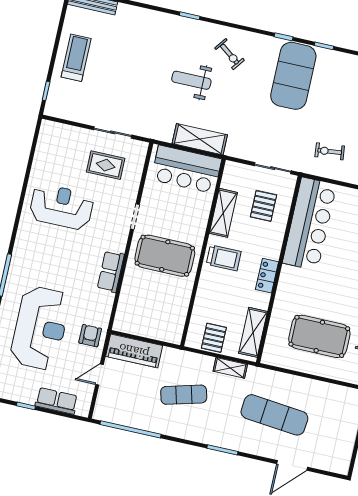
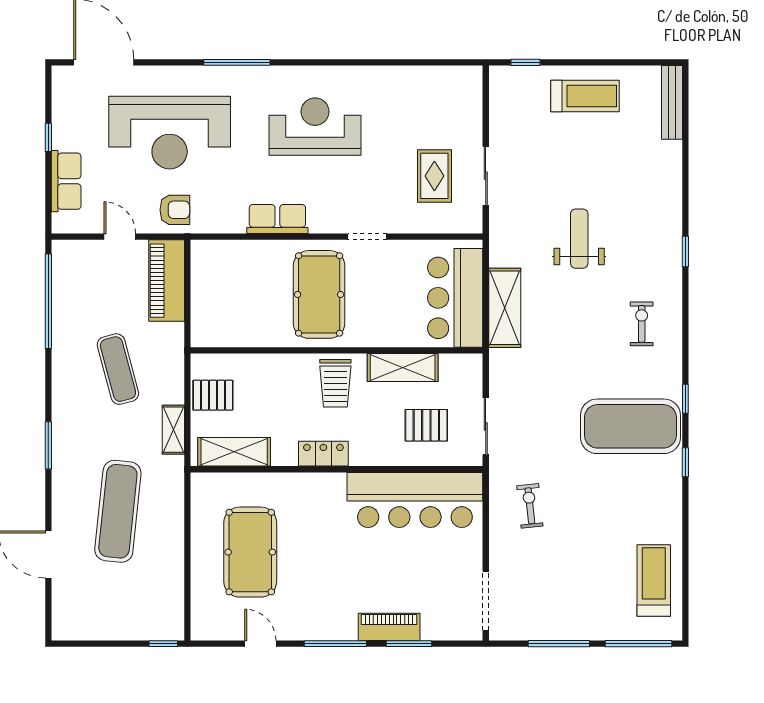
exercise bike: (230, 54) -> (642, 324), turned 143
weight bench: (191, 80) -> (579, 239), moved
reception desk: (61, 207) -> (315, 127), moved, turned -90

